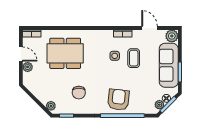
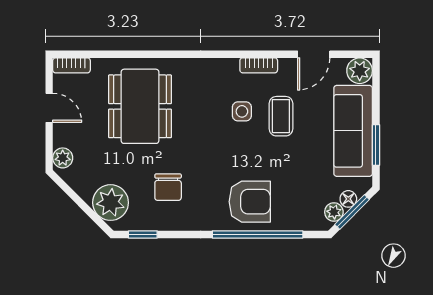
door: (150, 28) -> (314, 54), swing flipped
dining table: (65, 53) -> (140, 106), turned 90
plant: (28, 67) -> (63, 158), moved
armchair: (118, 100) -> (250, 202), turned 84
plant: (51, 106) -> (111, 203), width x1.88, depth x1.88

